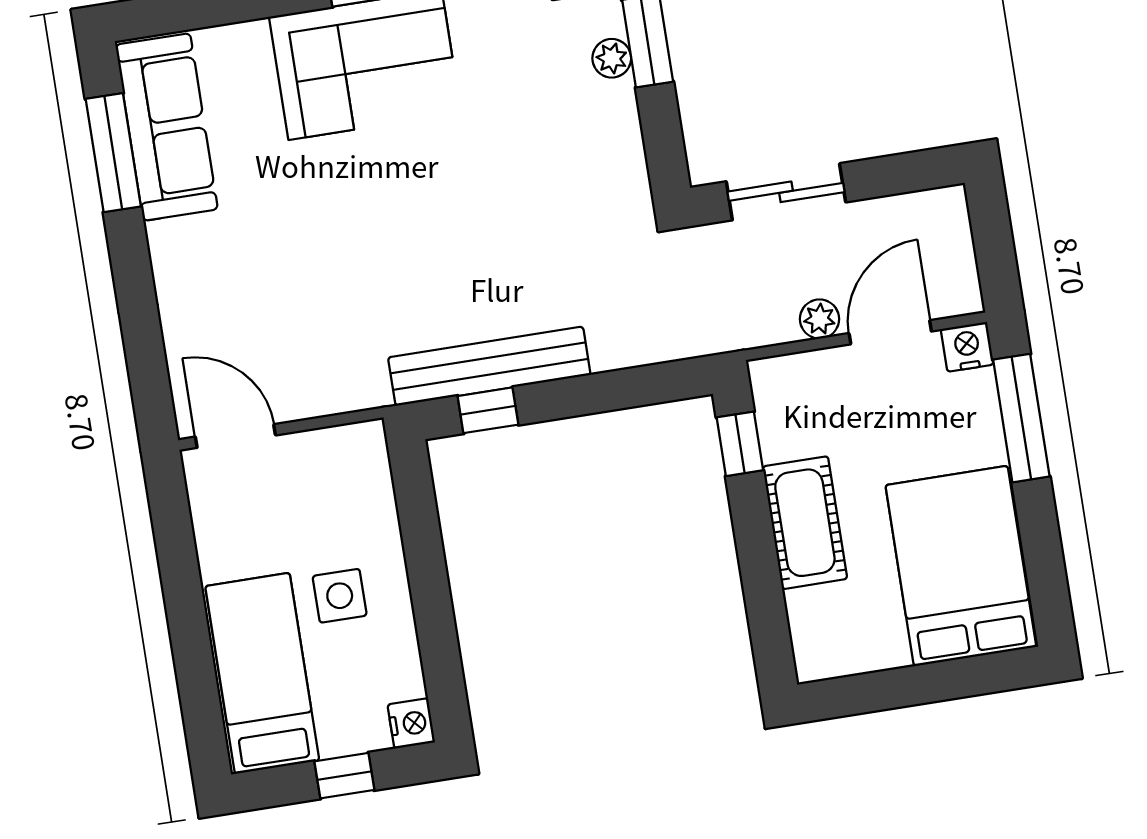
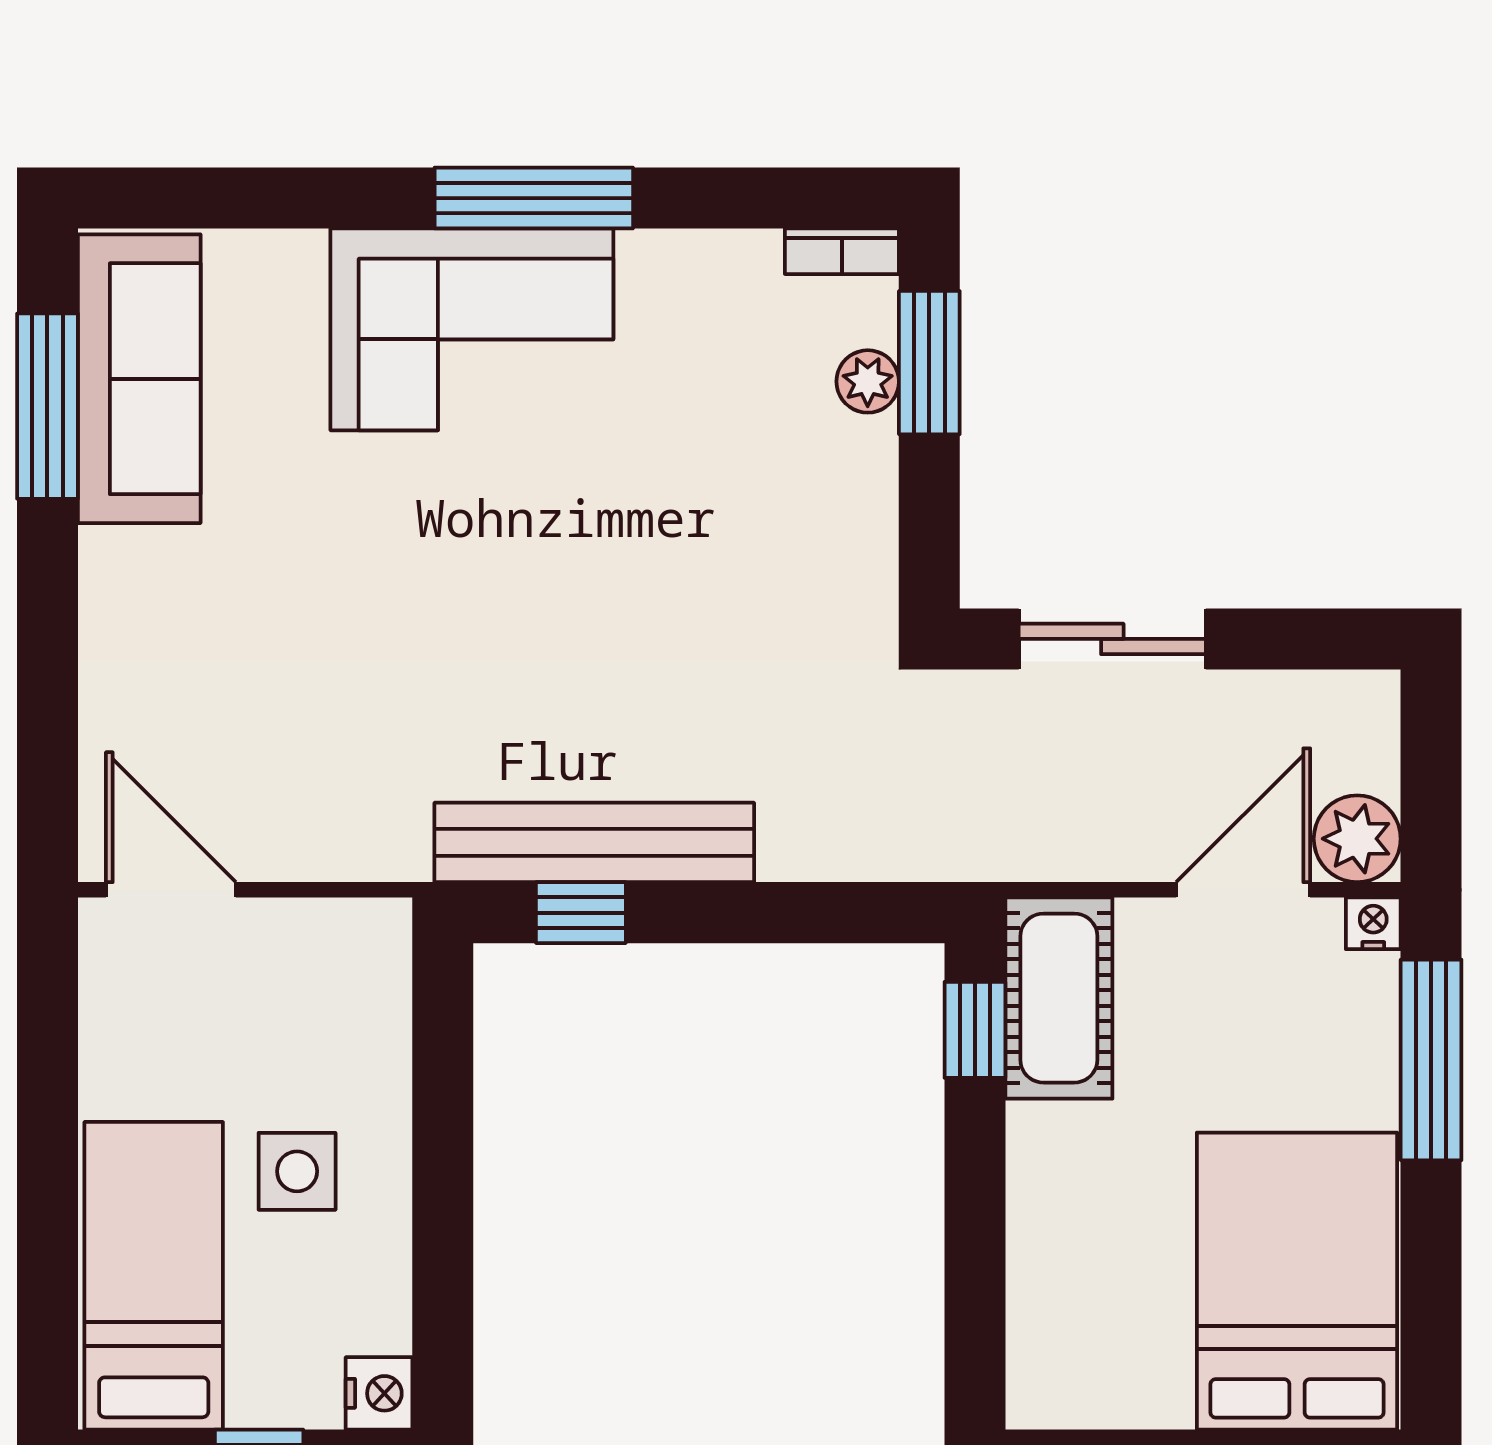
plant: (820, 319) -> (1357, 839), moved, width x1.38, depth x1.38
nightstand: (967, 347) -> (1373, 923), width x0.72, depth x0.74
cot: (805, 523) -> (1059, 998), moved

